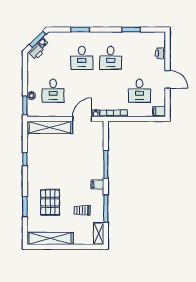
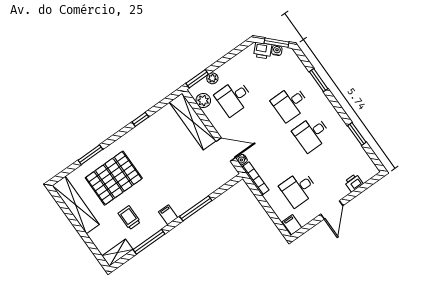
plant: (41, 111) -> (203, 101), added
pallet: (50, 202) -> (114, 178), width x1.37, depth x1.41

